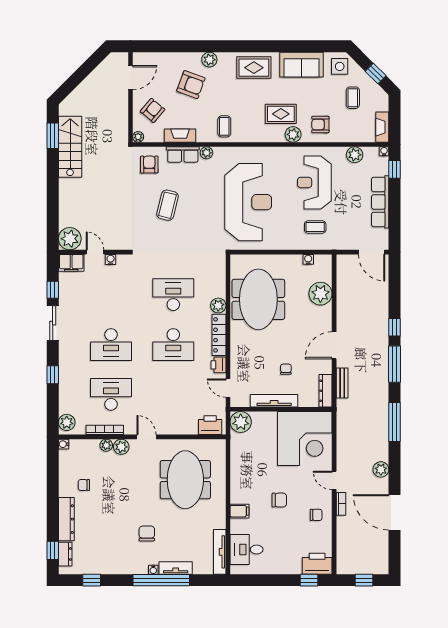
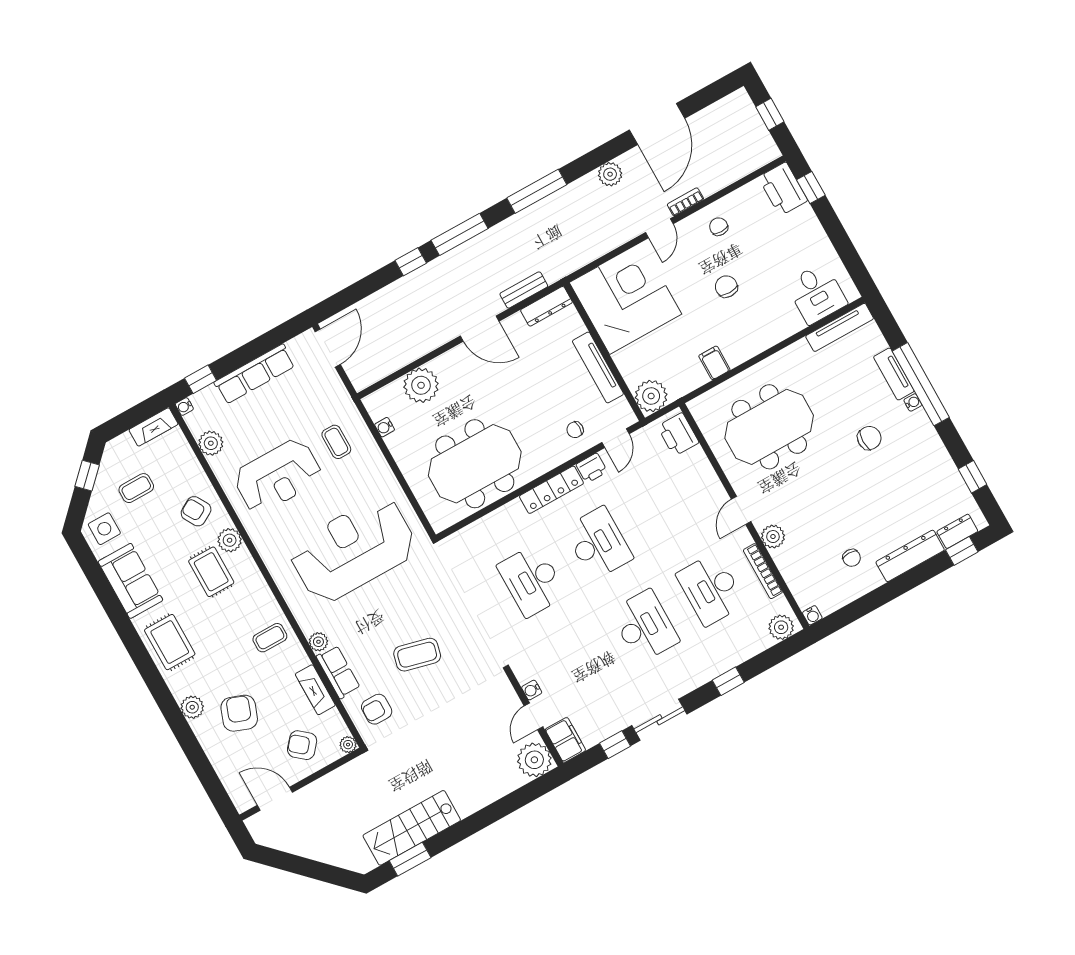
armchair: (320, 125) -> (196, 511), turned 150
plant: (218, 306) -> (513, 513), removed
chair: (286, 369) -> (575, 430), moved
plant: (106, 445) -> (782, 558), removed
filing cabinet: (239, 511) -> (714, 363), moved
chair: (147, 533) -> (869, 438), turned 180

